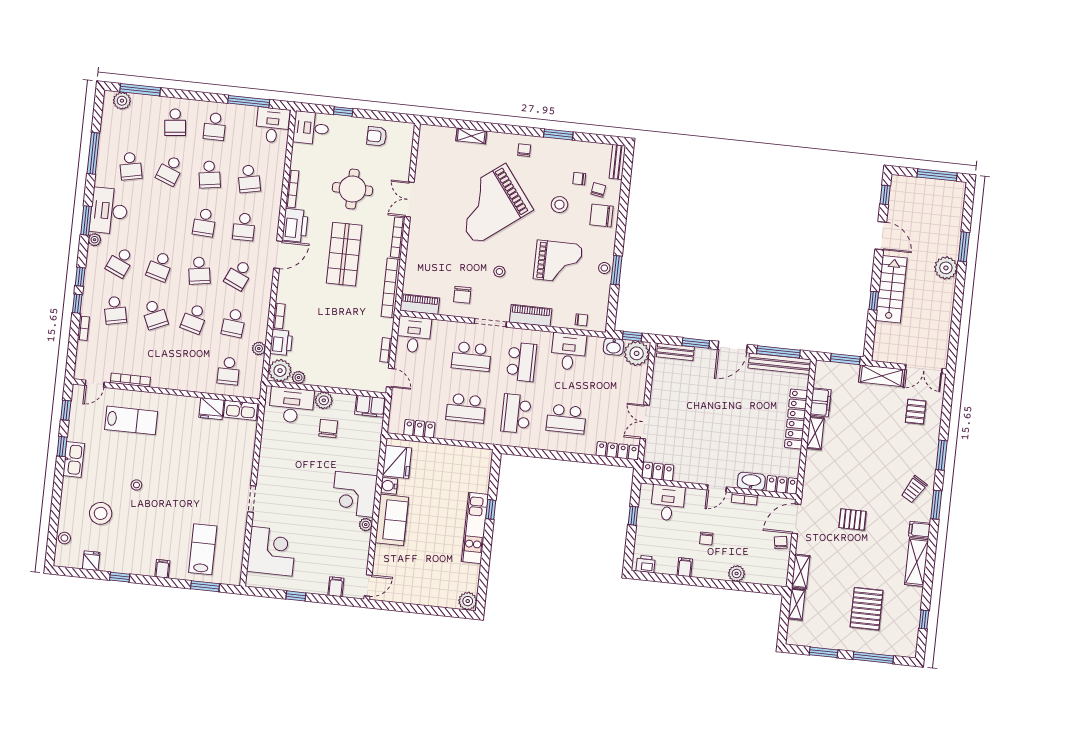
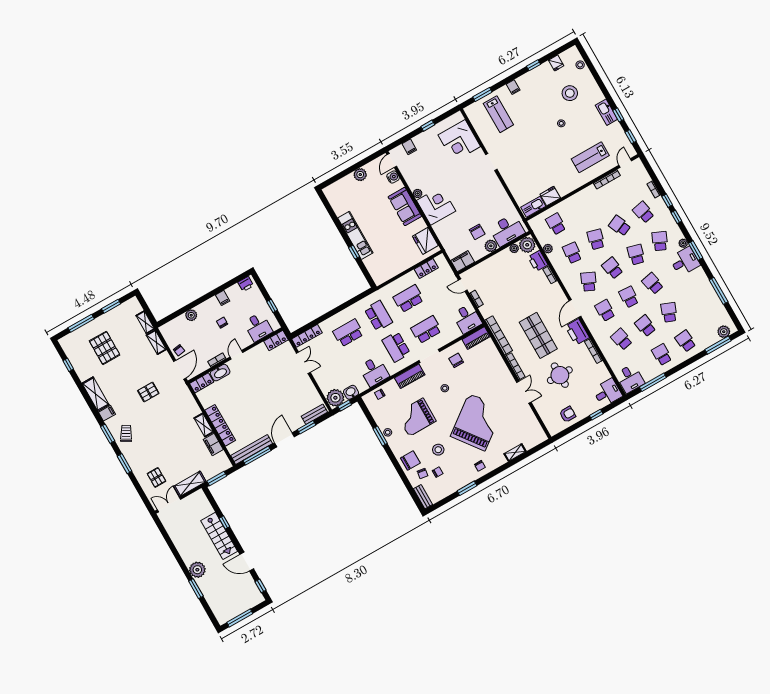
school desk: (131, 166) -> (653, 283), moved
desk: (109, 211) -> (685, 261), width x0.73
water cooler: (389, 486) -> (393, 177), moved
plant: (468, 601) -> (360, 175), moved

